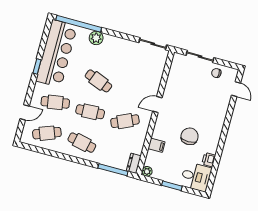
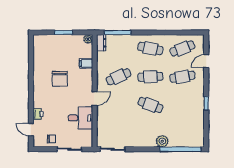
bar counter: (56, 53) -> (193, 119), removed
printer: (209, 160) -> (38, 114), moved
desk: (196, 177) -> (80, 118), moved, turned 180

